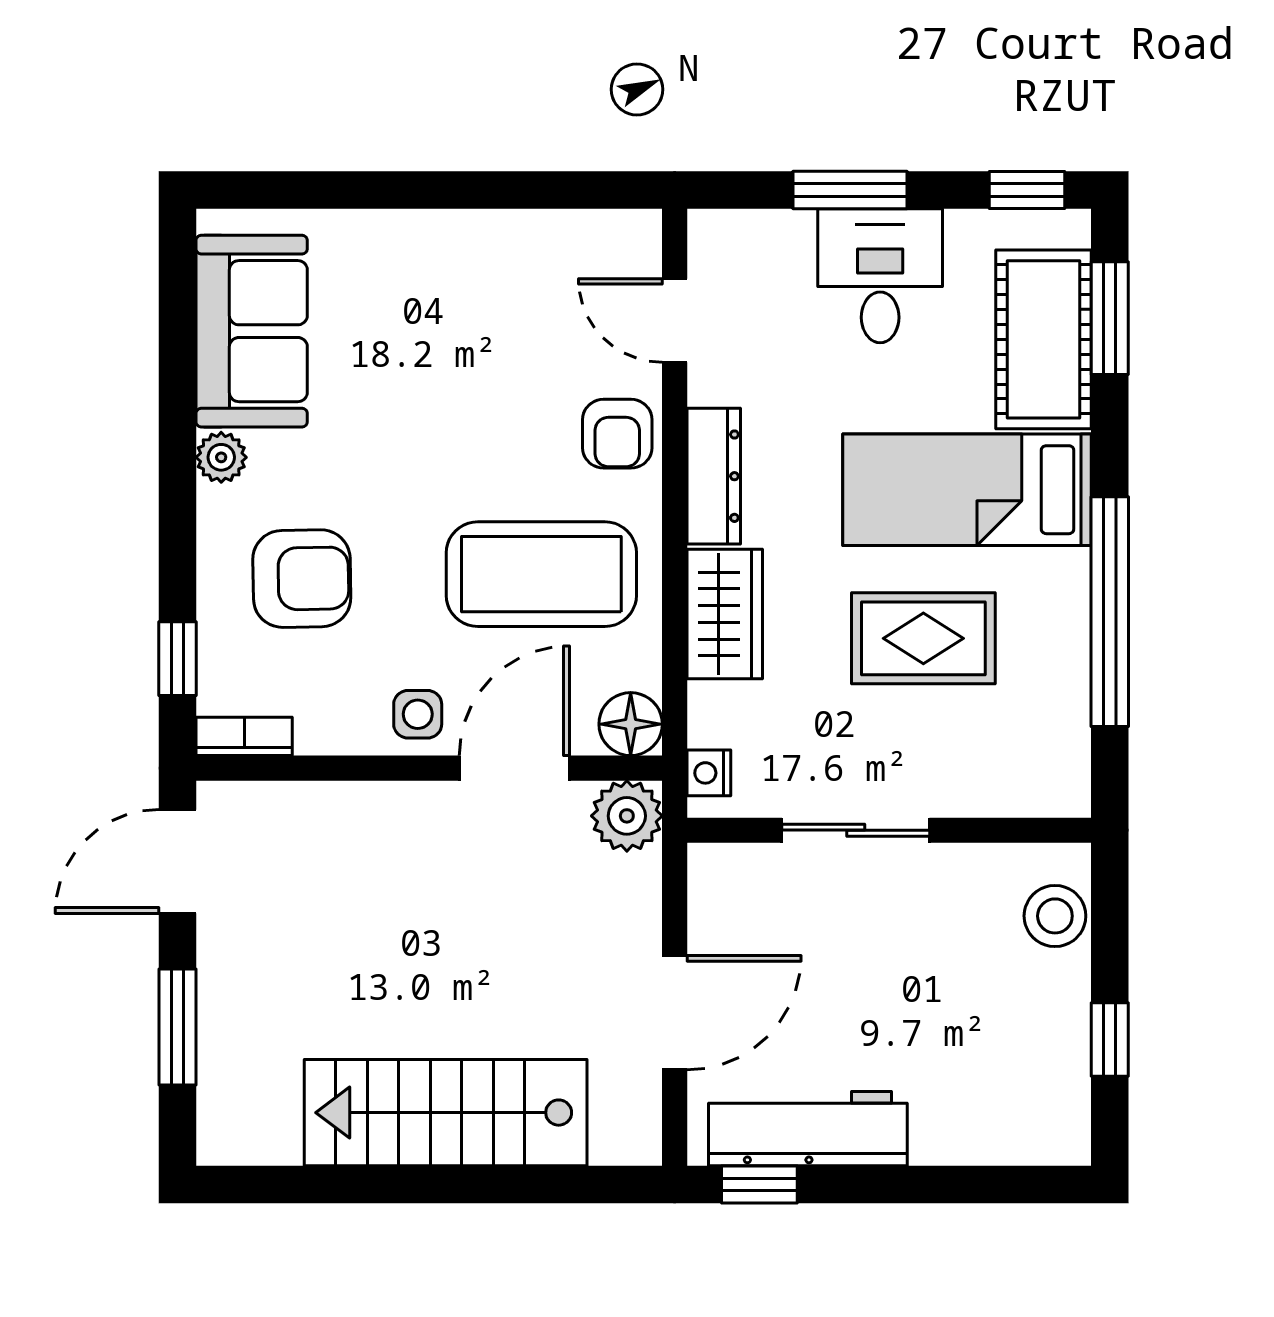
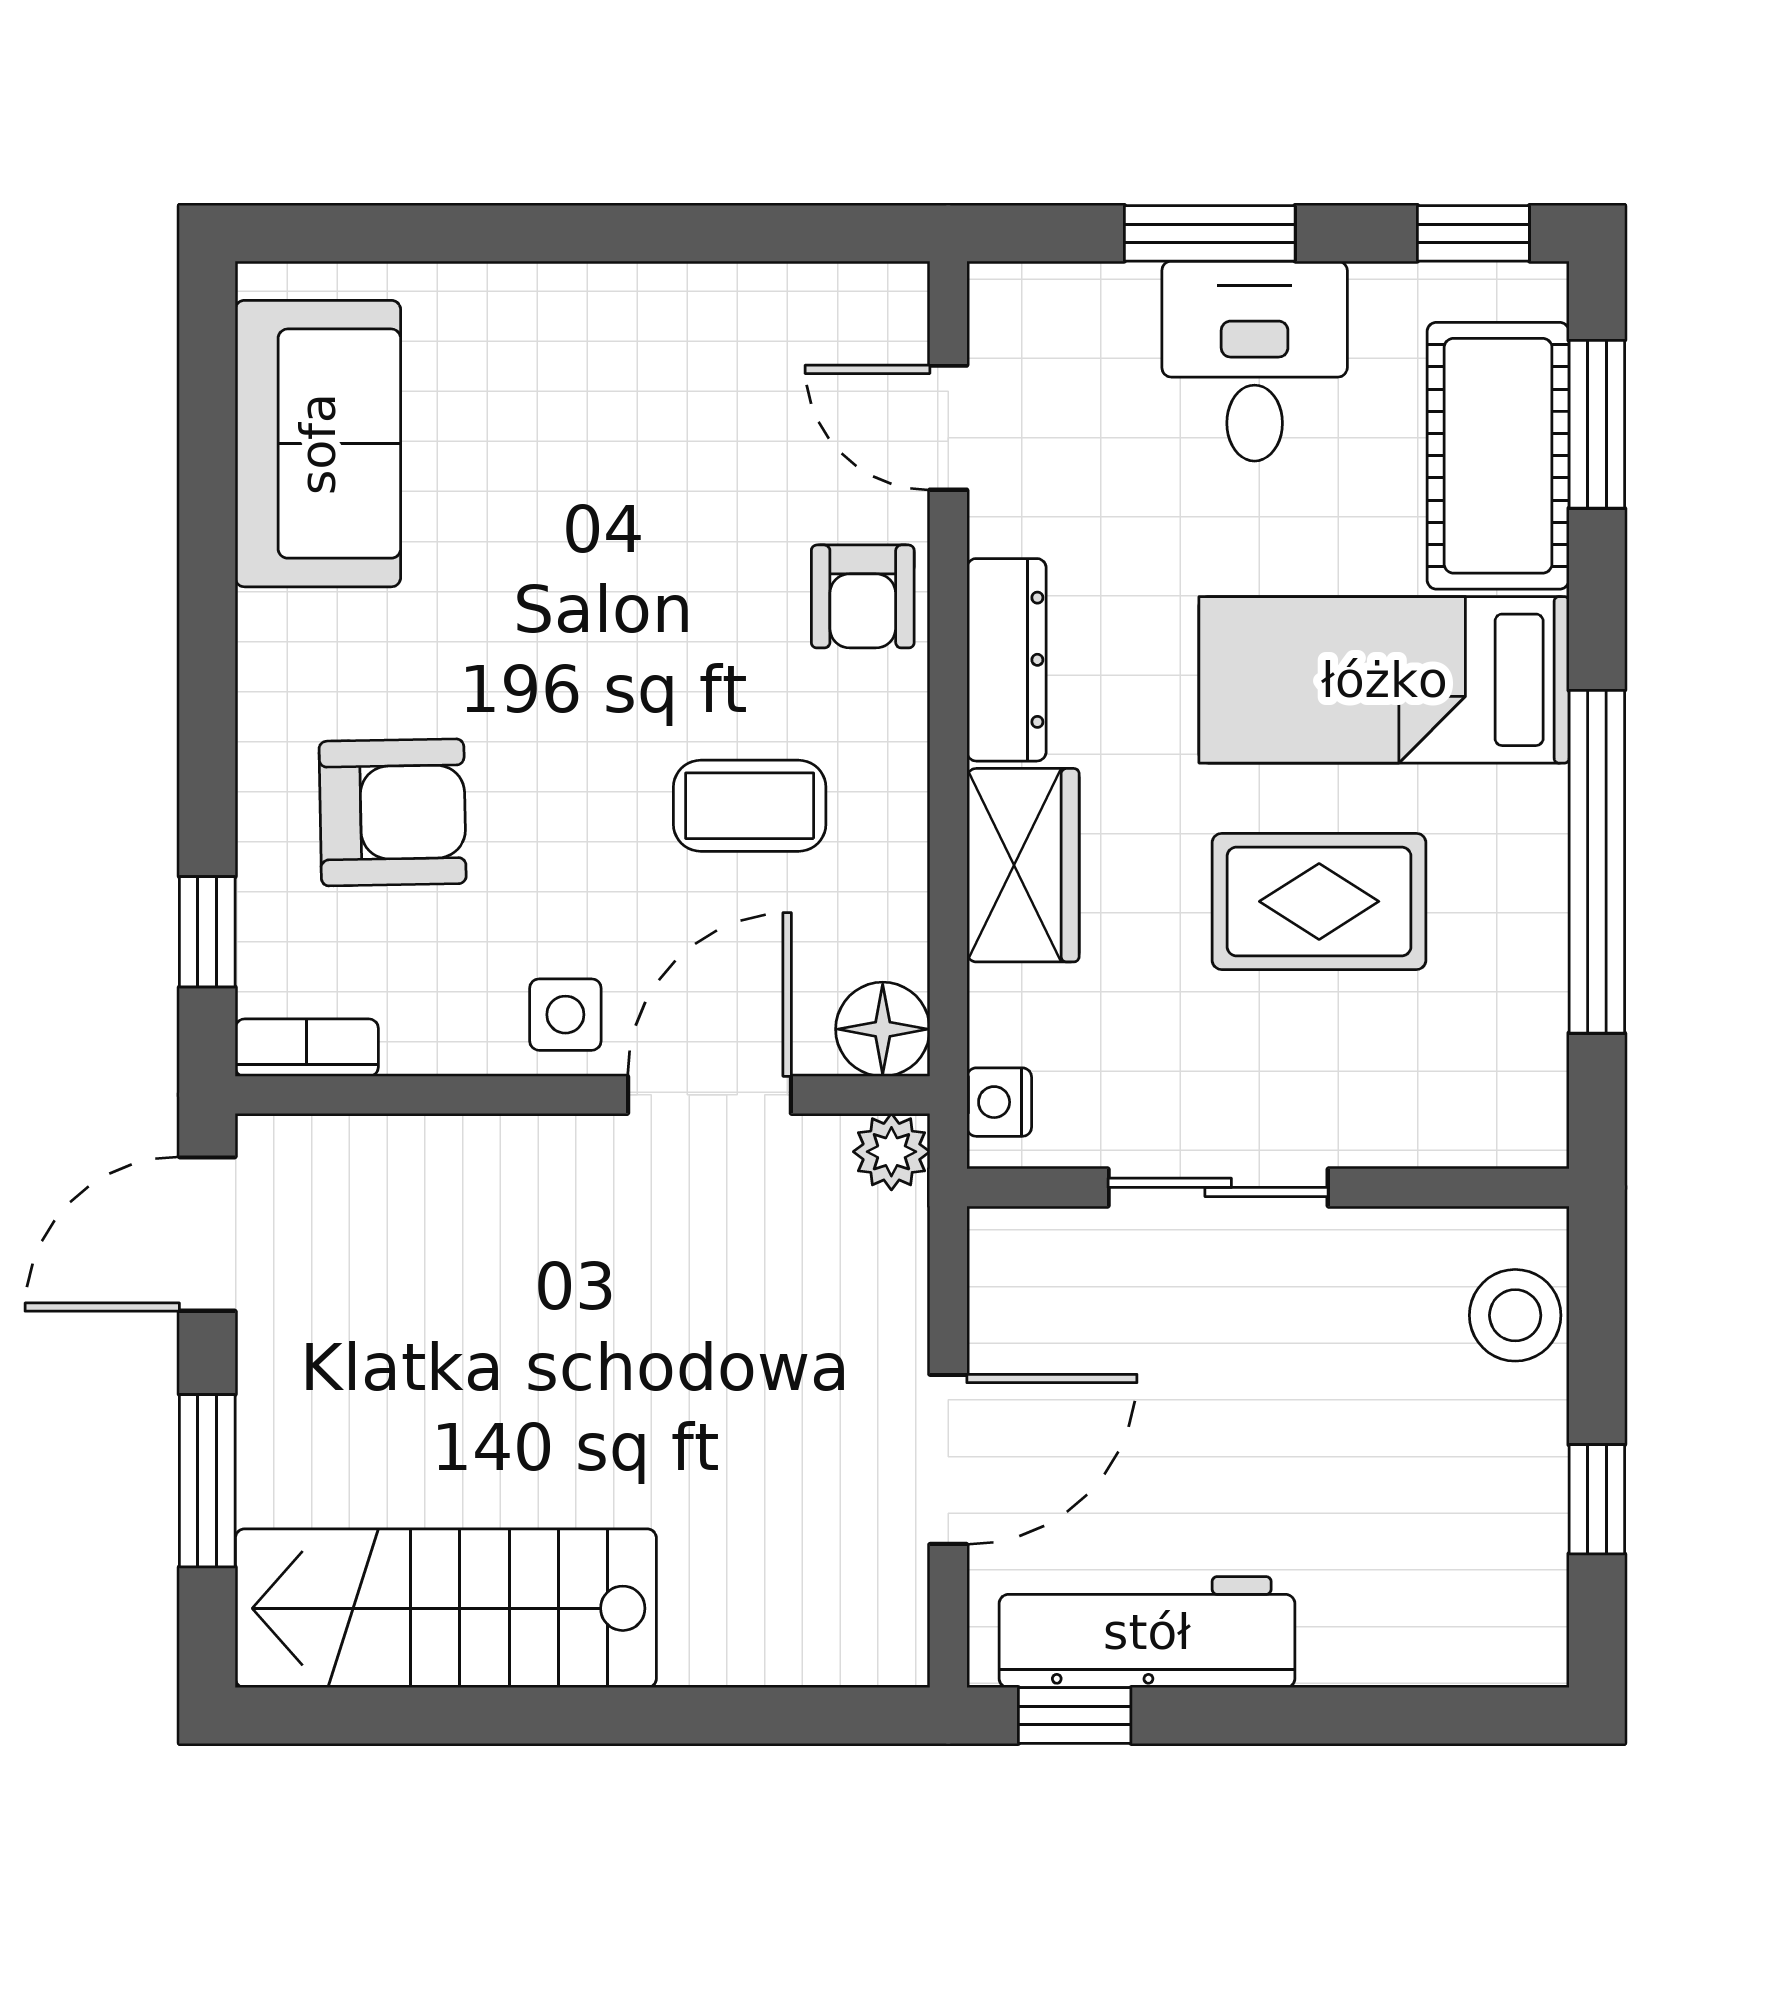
plant: (221, 457) -> (272, 632), removed
coffee table: (541, 574) -> (750, 806), width x0.54, depth x0.58
plant: (627, 816) -> (891, 1152), width x0.73, depth x0.73
stairs: (446, 1113) -> (446, 1608), moved

